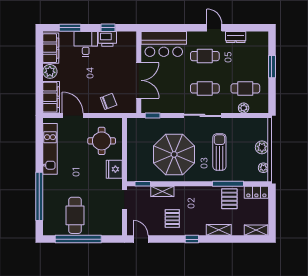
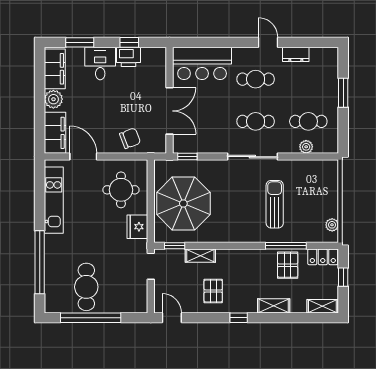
plant: (262, 147) -> (330, 198), removed
parasol: (174, 154) -> (183, 203), moved
window: (272, 208) -> (343, 277), added

